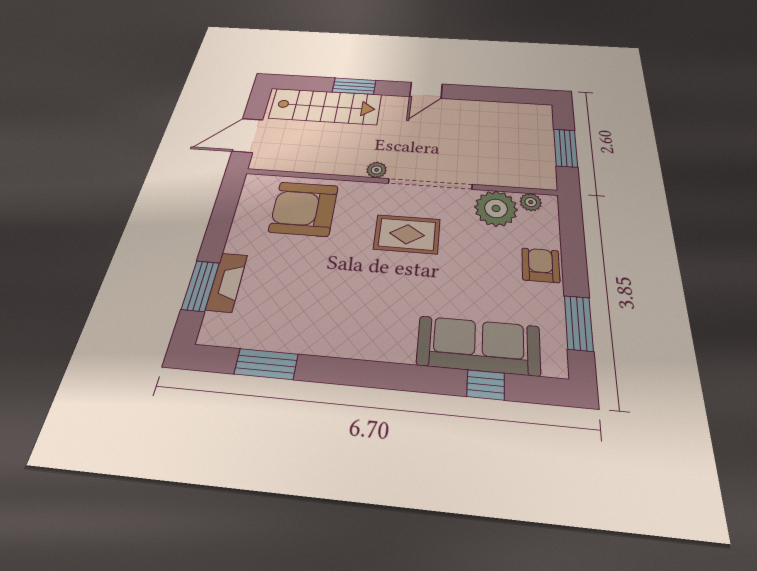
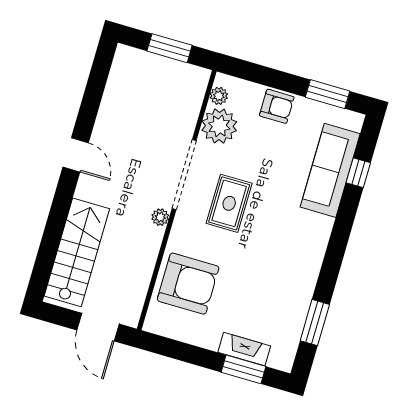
window: (354, 86) -> (56, 222), removed
armchair: (304, 209) -> (188, 284), turned -90
armchair: (541, 265) -> (277, 106), turned 180

